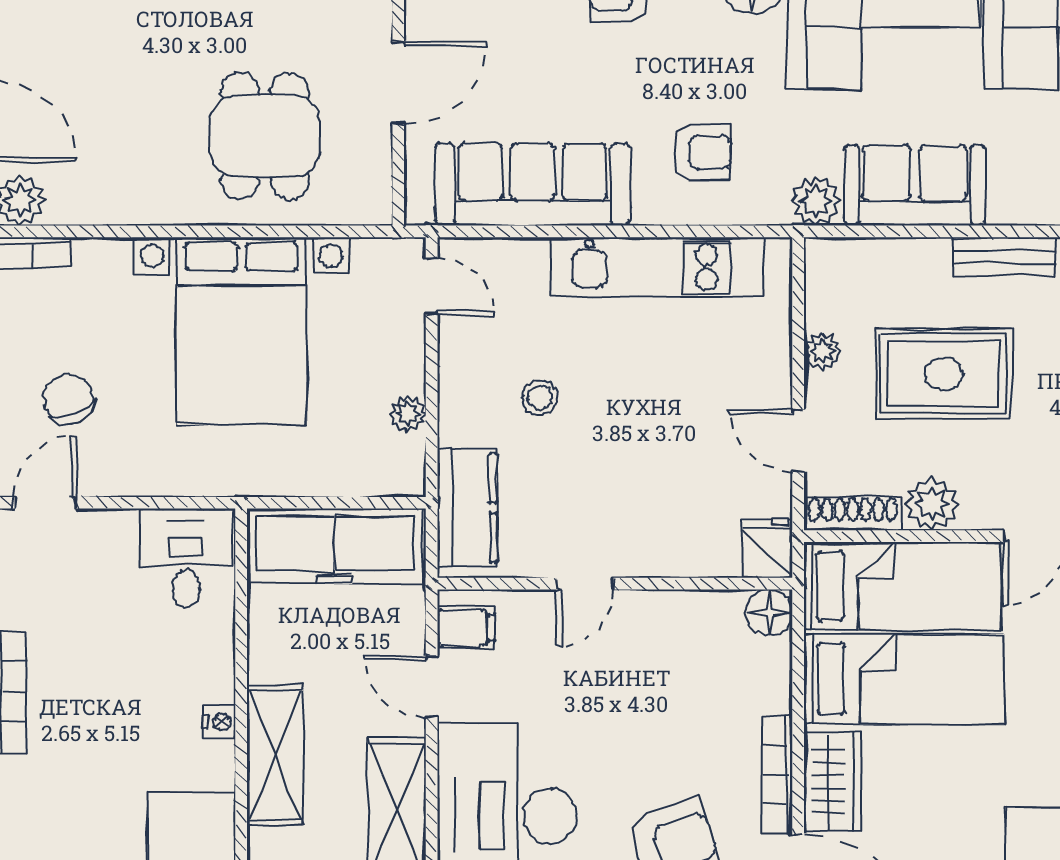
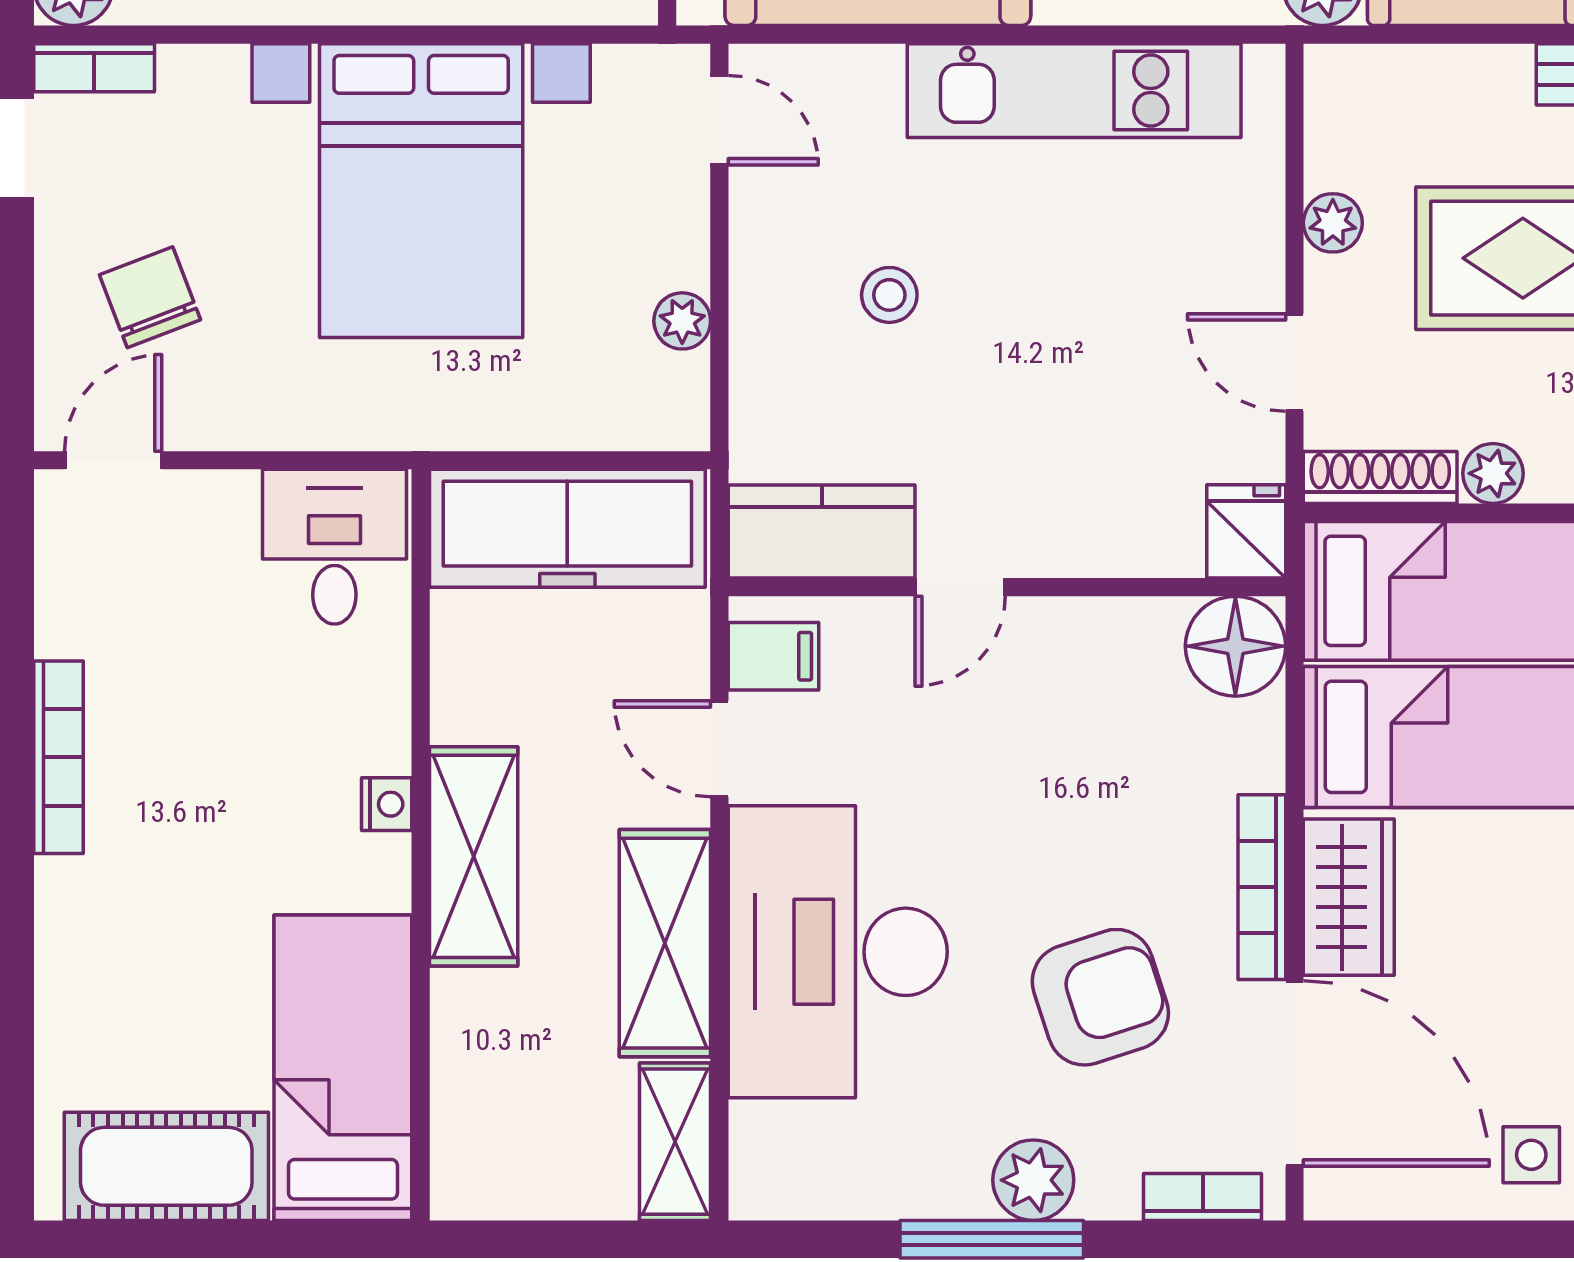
plant: (932, 504) -> (1493, 473), width x0.73, depth x0.73
kitchen counter: (467, 508) -> (822, 532), moved, turned -90
floor lamp: (769, 613) -> (1235, 646), width x1.38, depth x1.38

